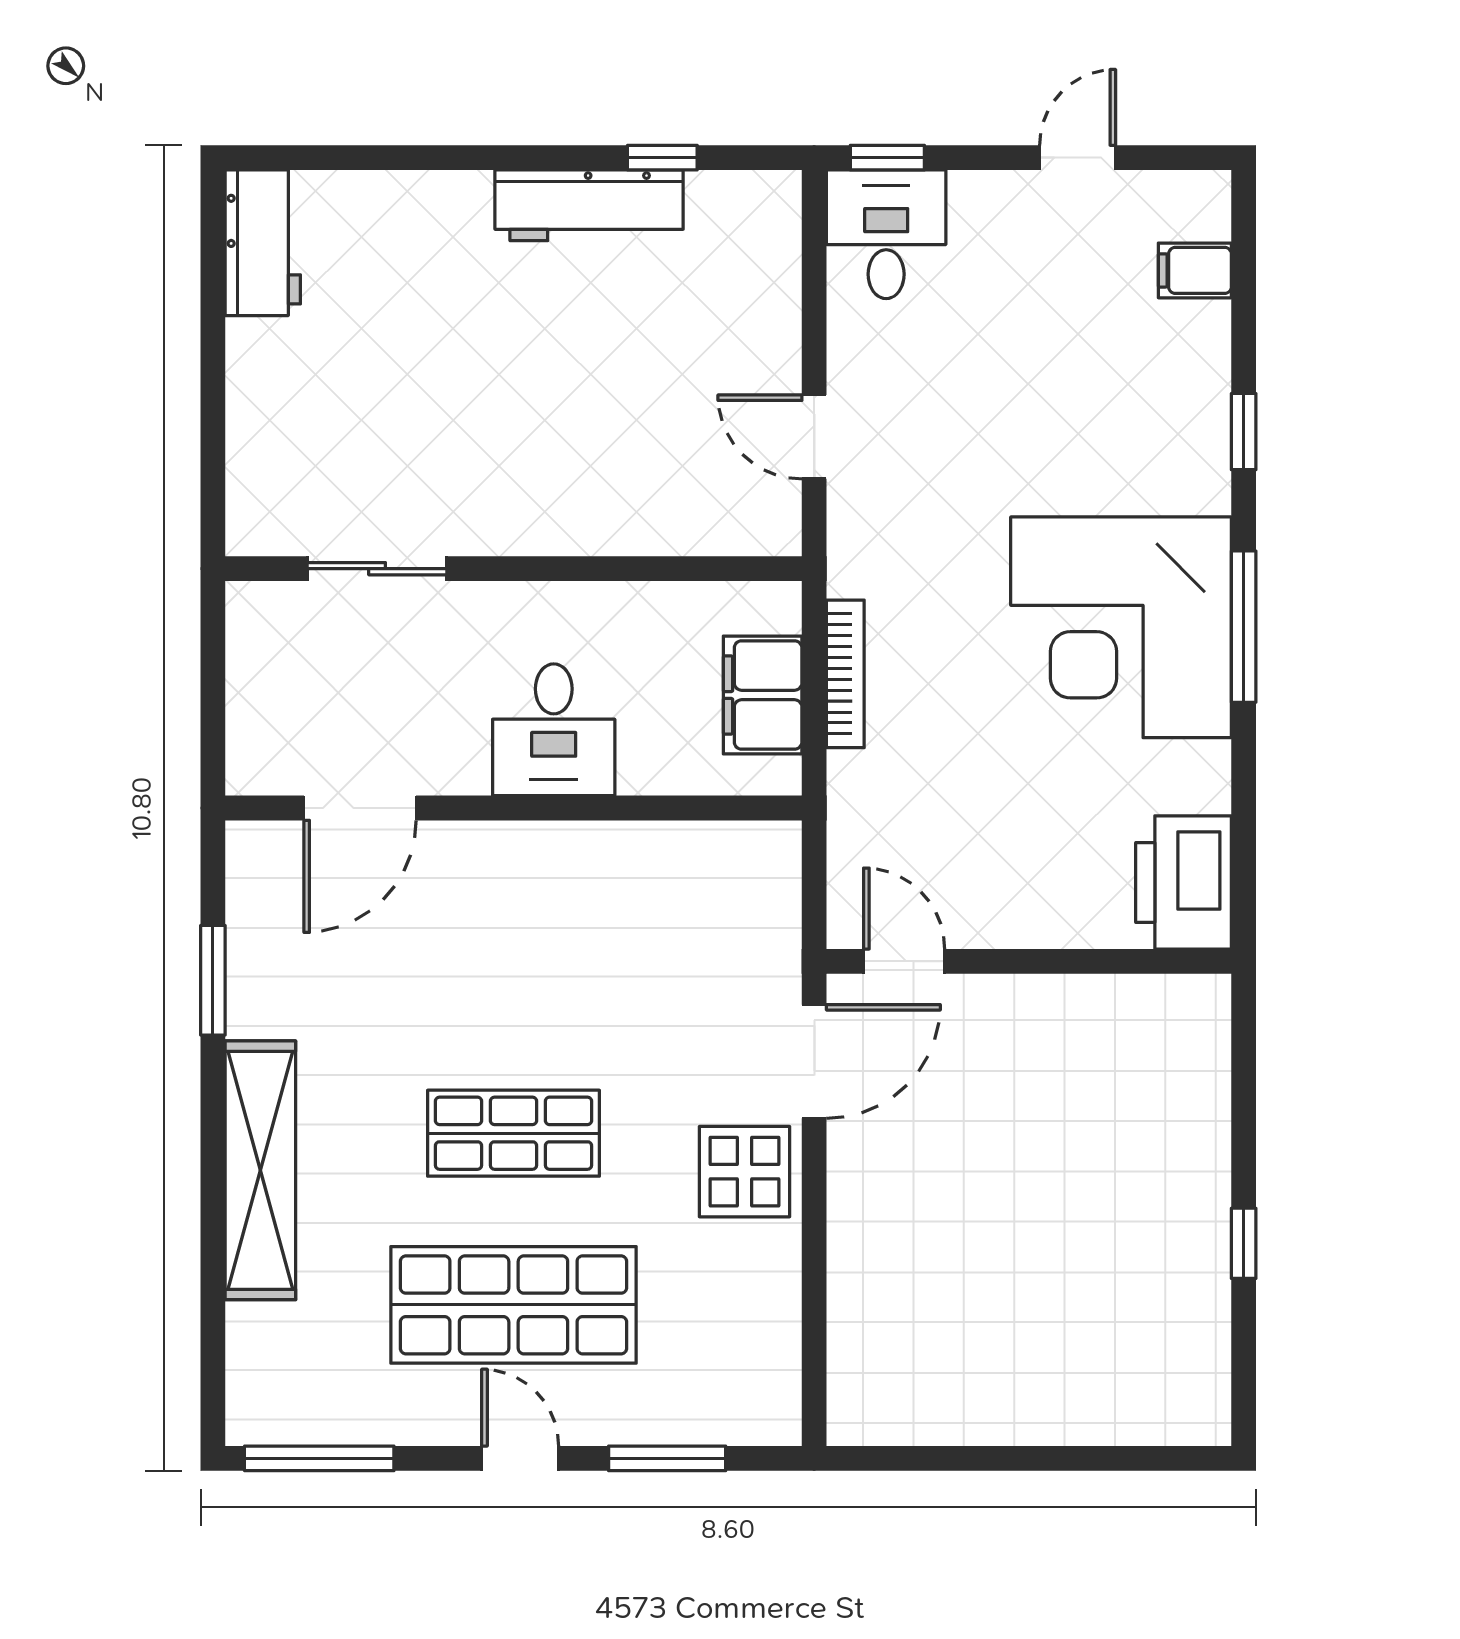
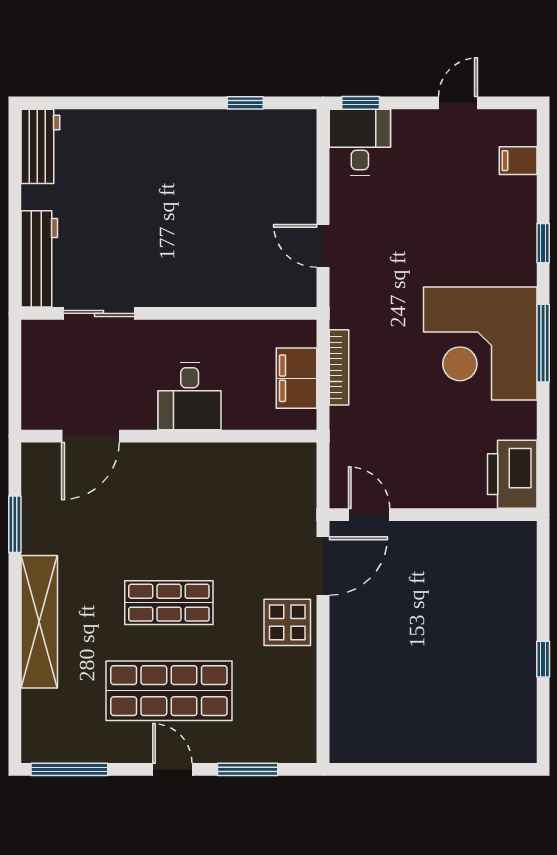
workbench: (589, 205) -> (39, 259), moved, turned -90

